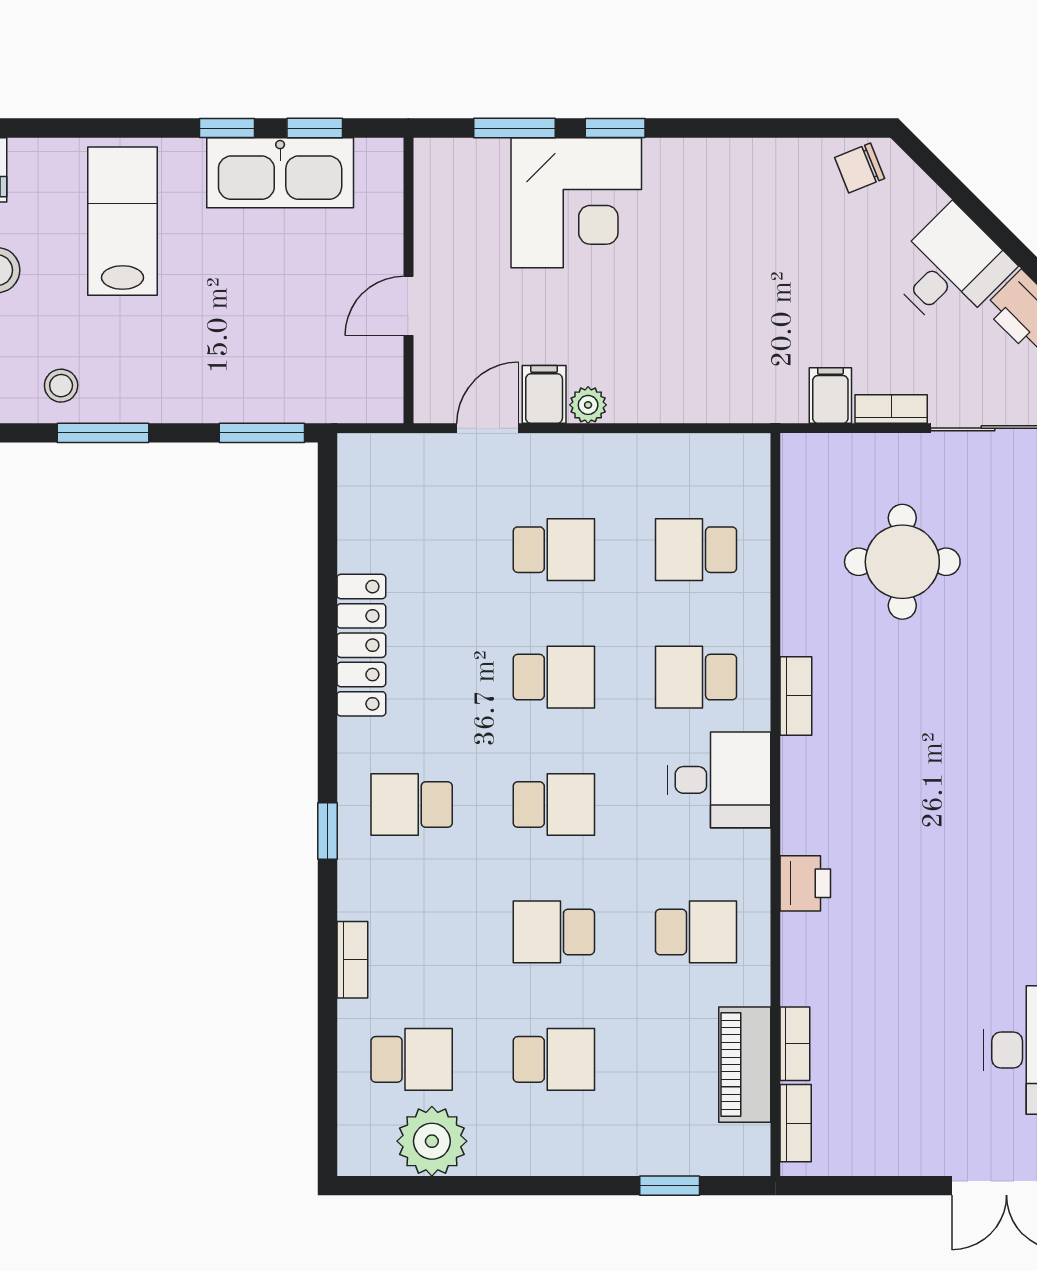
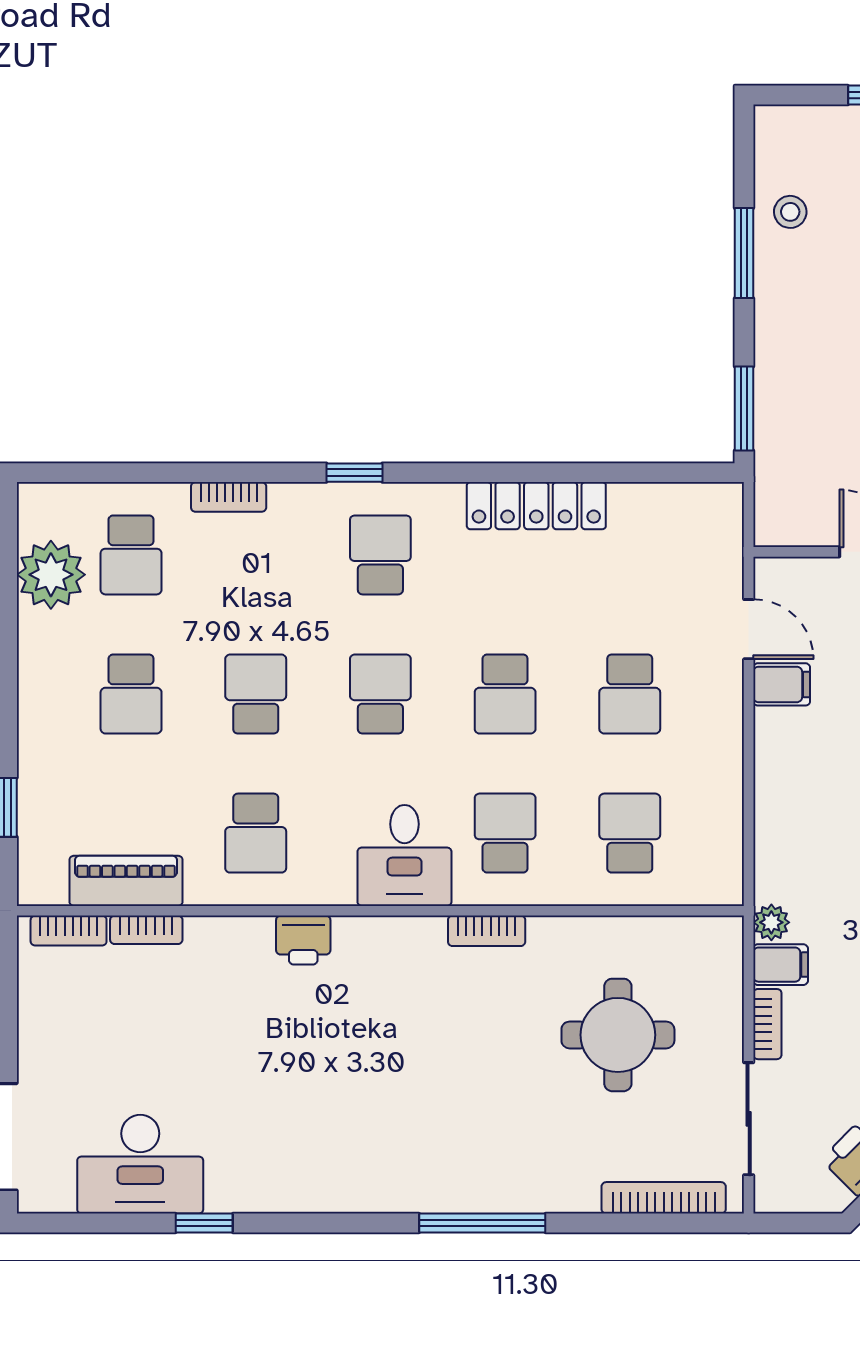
plant: (588, 405) -> (771, 922), moved
school desk: (554, 805) -> (380, 694), turned 180

